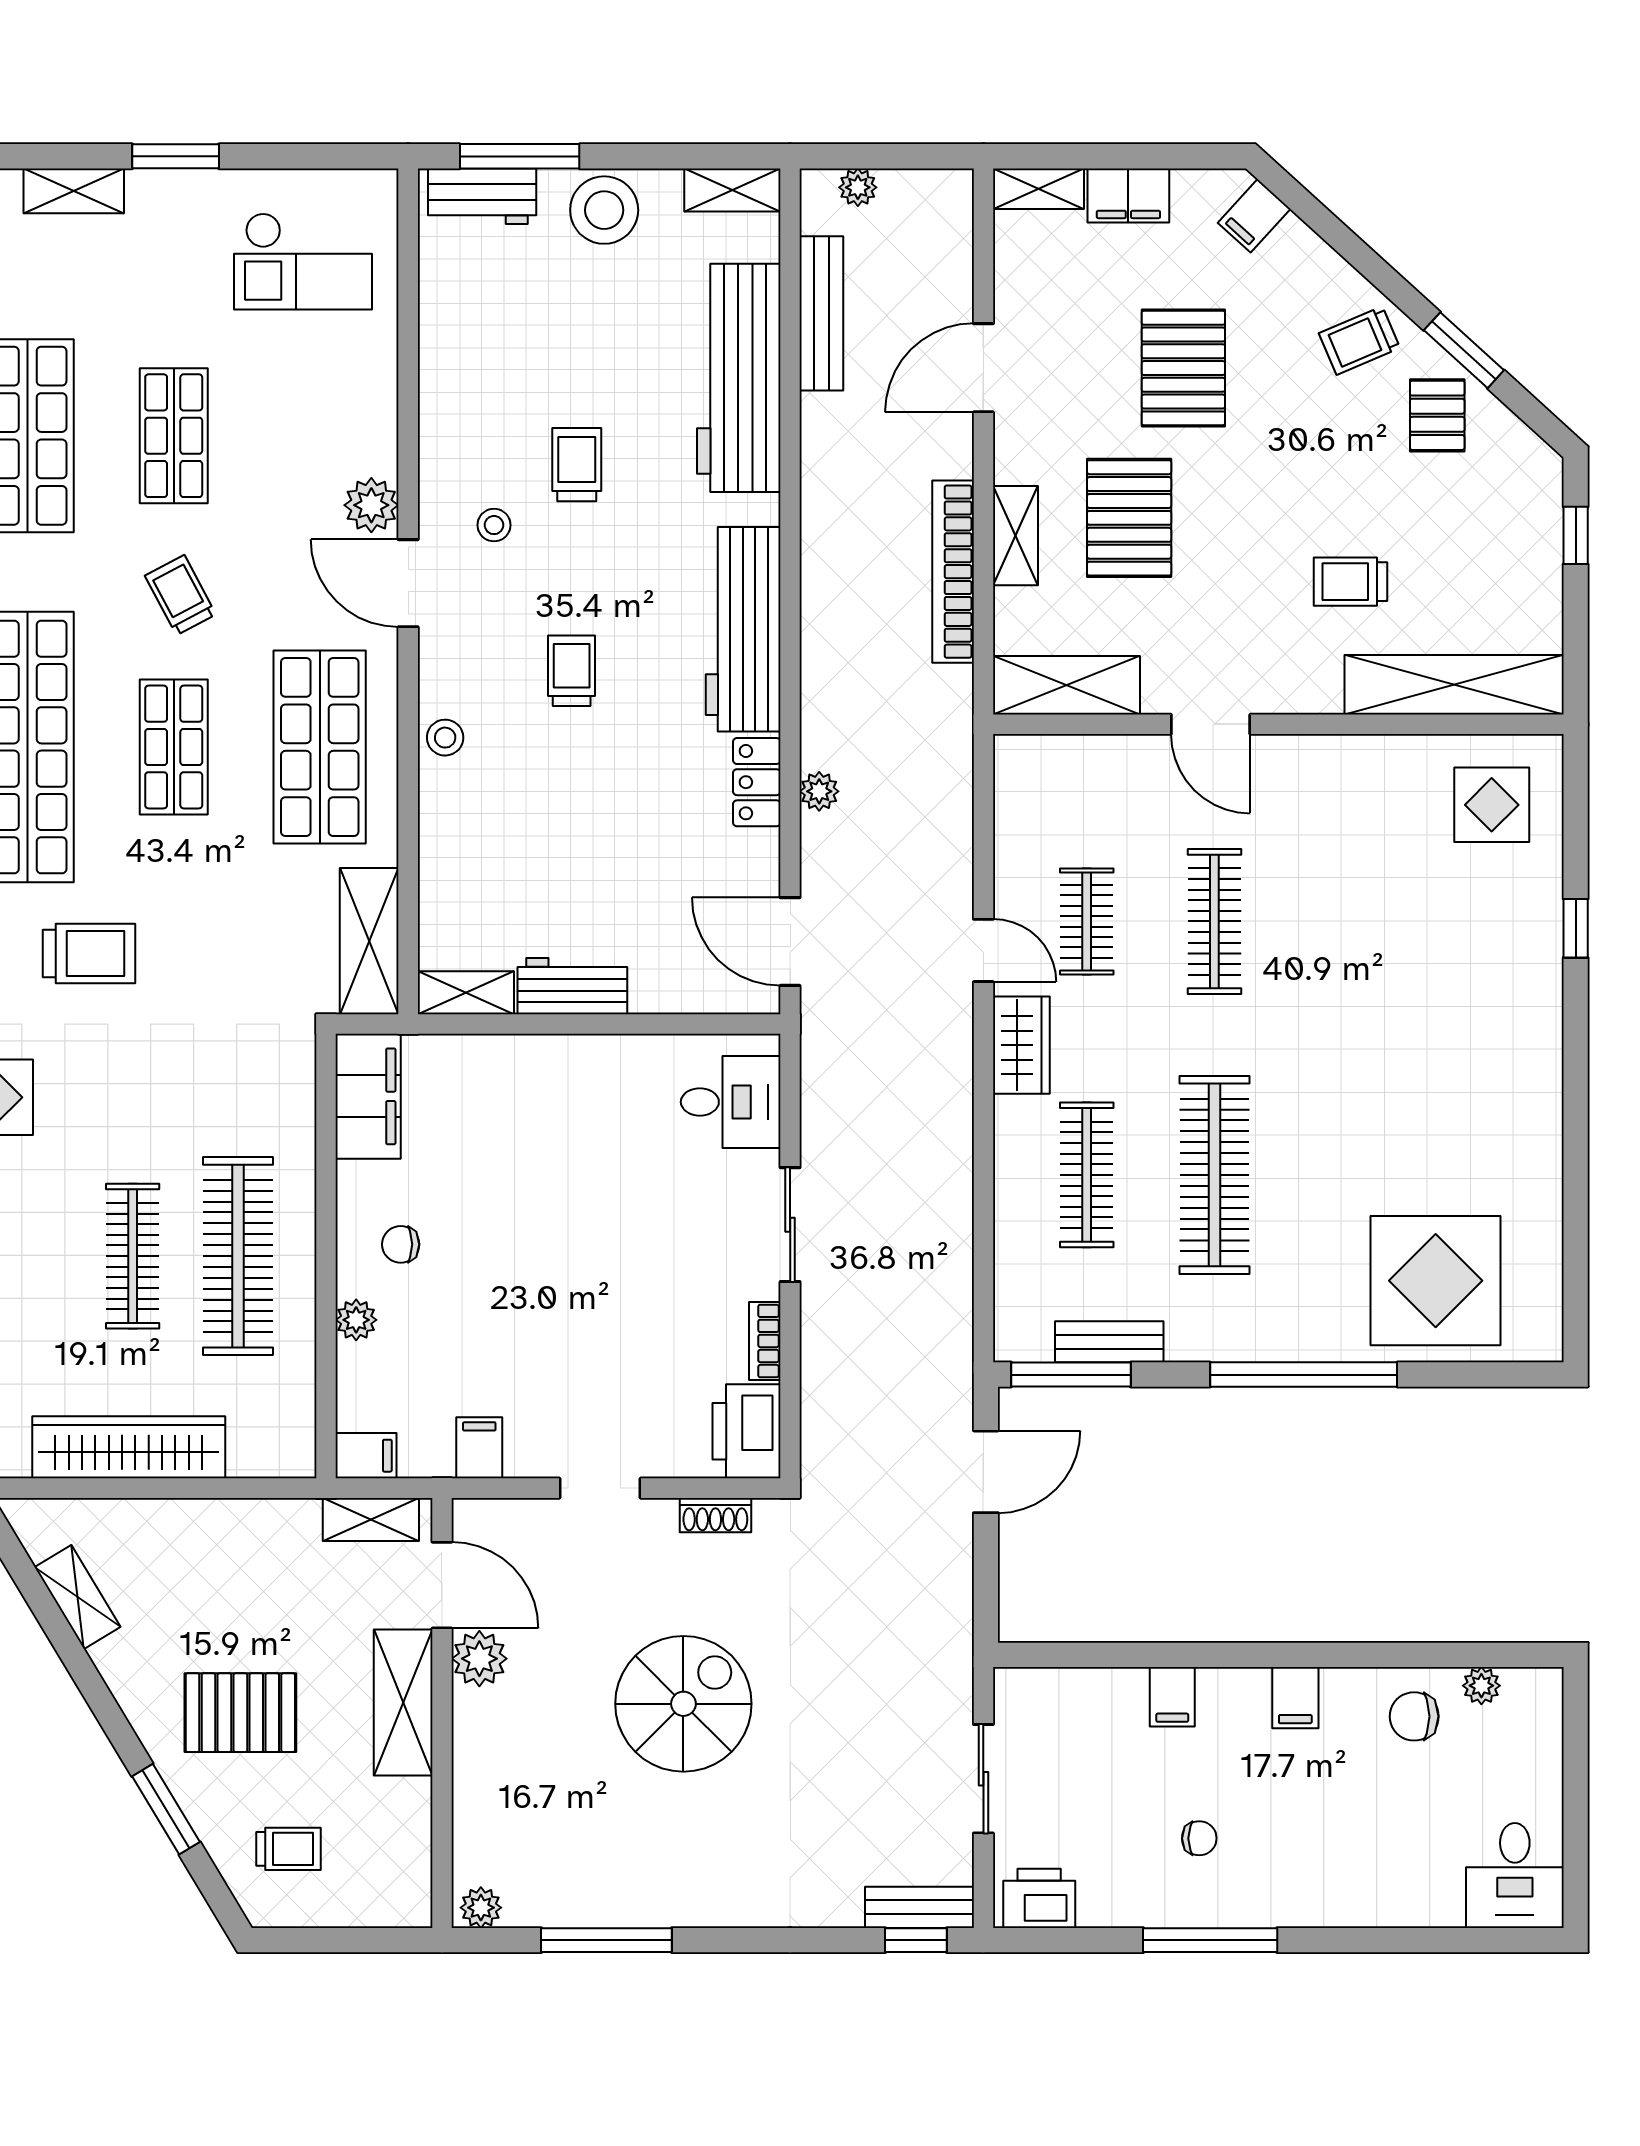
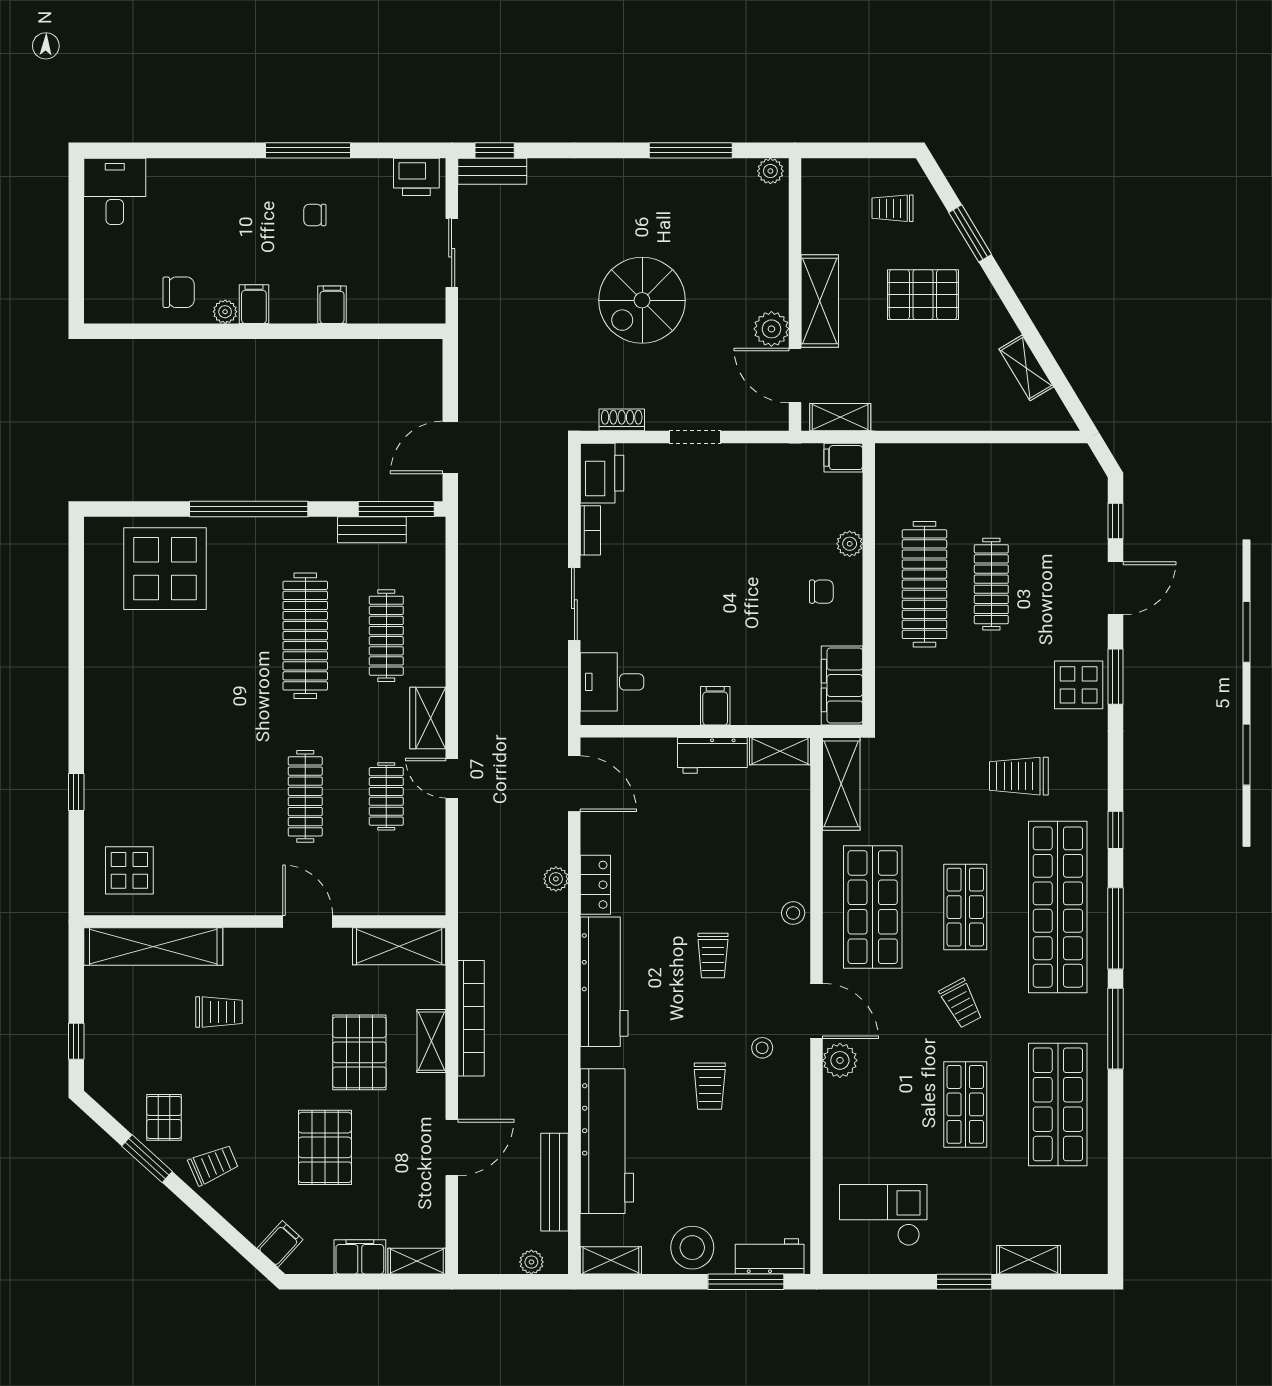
wardrobe: (129, 1447) -> (994, 463), removed
filing cabinet: (479, 1448) -> (715, 706), moved, turned 180
plant: (1481, 1686) -> (225, 312), moved

